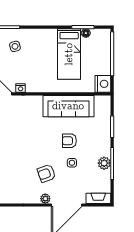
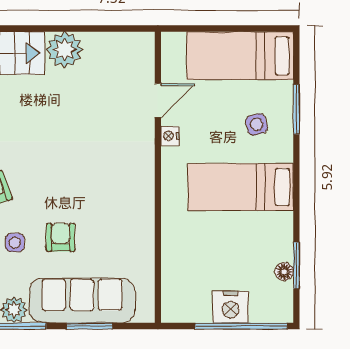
bed: (69, 54) -> (241, 187), moved
nightstand: (103, 84) -> (231, 307), moved
sofa: (68, 106) -> (82, 301), moved, turned 90

